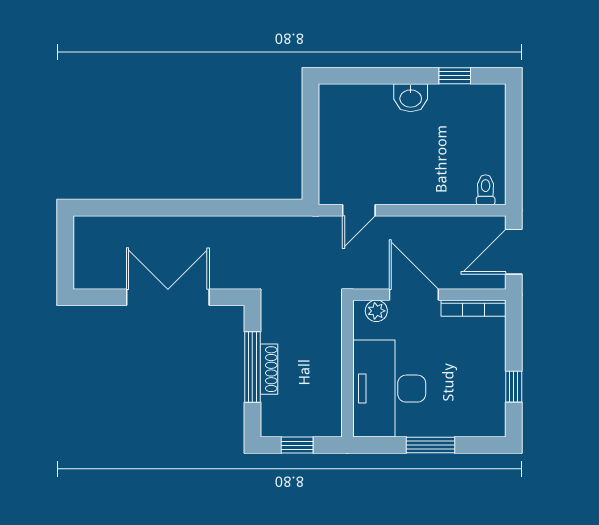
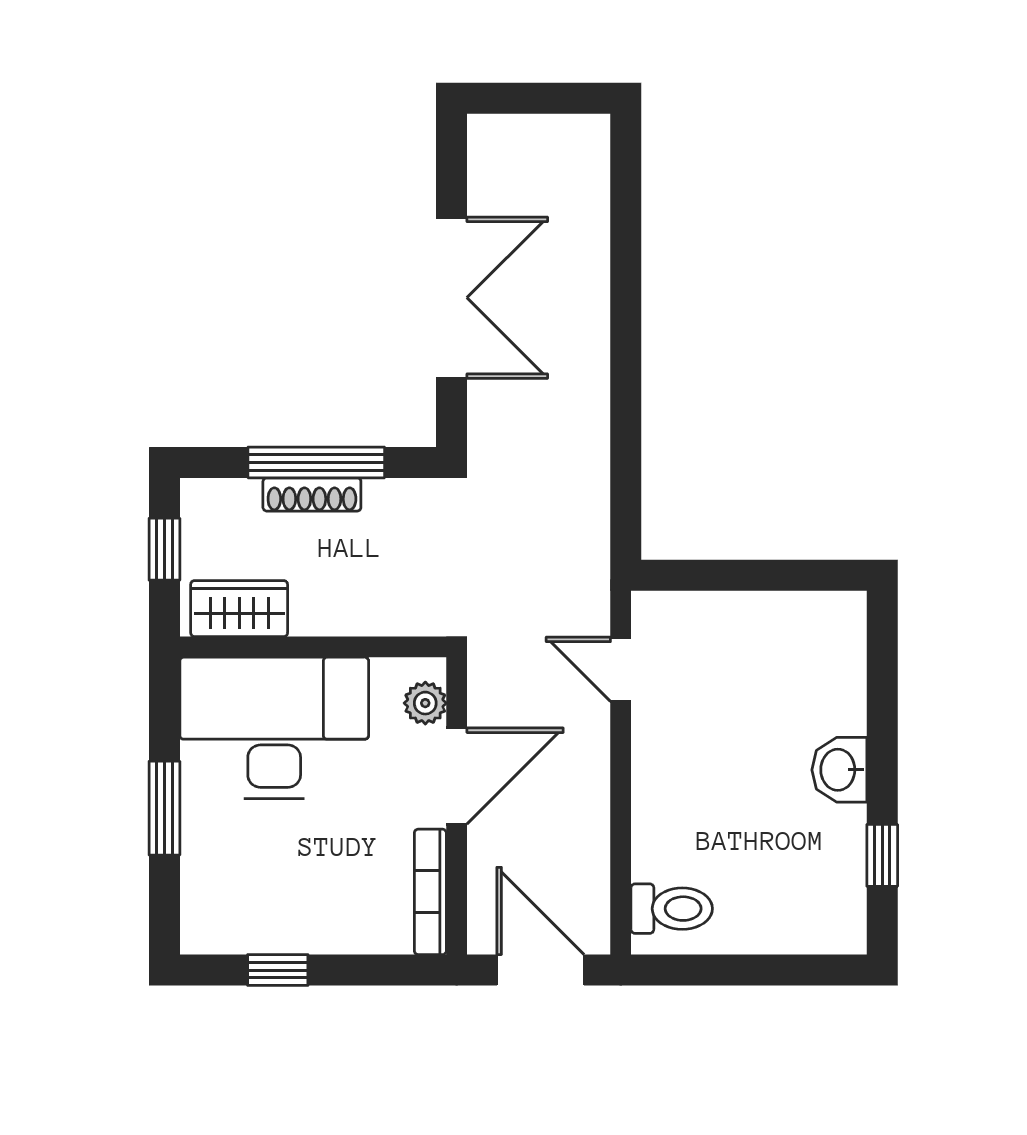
toilet: (486, 190) -> (672, 909), width x1.37, depth x1.39
wardrobe: (328, 407) -> (239, 609), added

